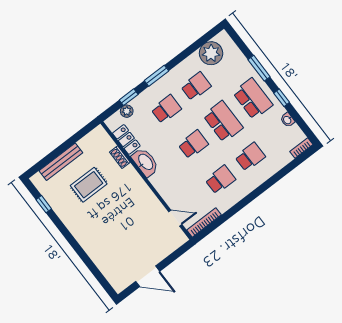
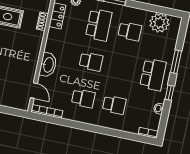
school desk: (166, 109) -> (99, 25), width x1.85
school desk: (223, 122) -> (122, 68), removed
washbasin: (145, 162) -> (48, 65), moved

